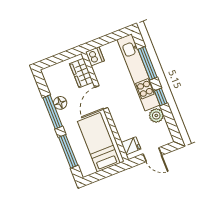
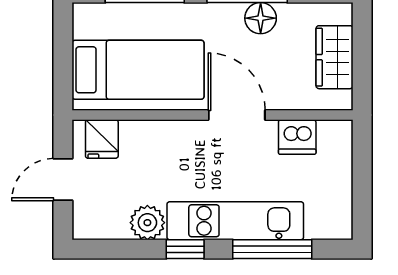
dishwasher: (95, 56) -> (297, 137), moved
kitchen unit: (138, 72) -> (235, 221), width x0.73
wardrobe: (81, 73) -> (335, 57), moved, turned -90

